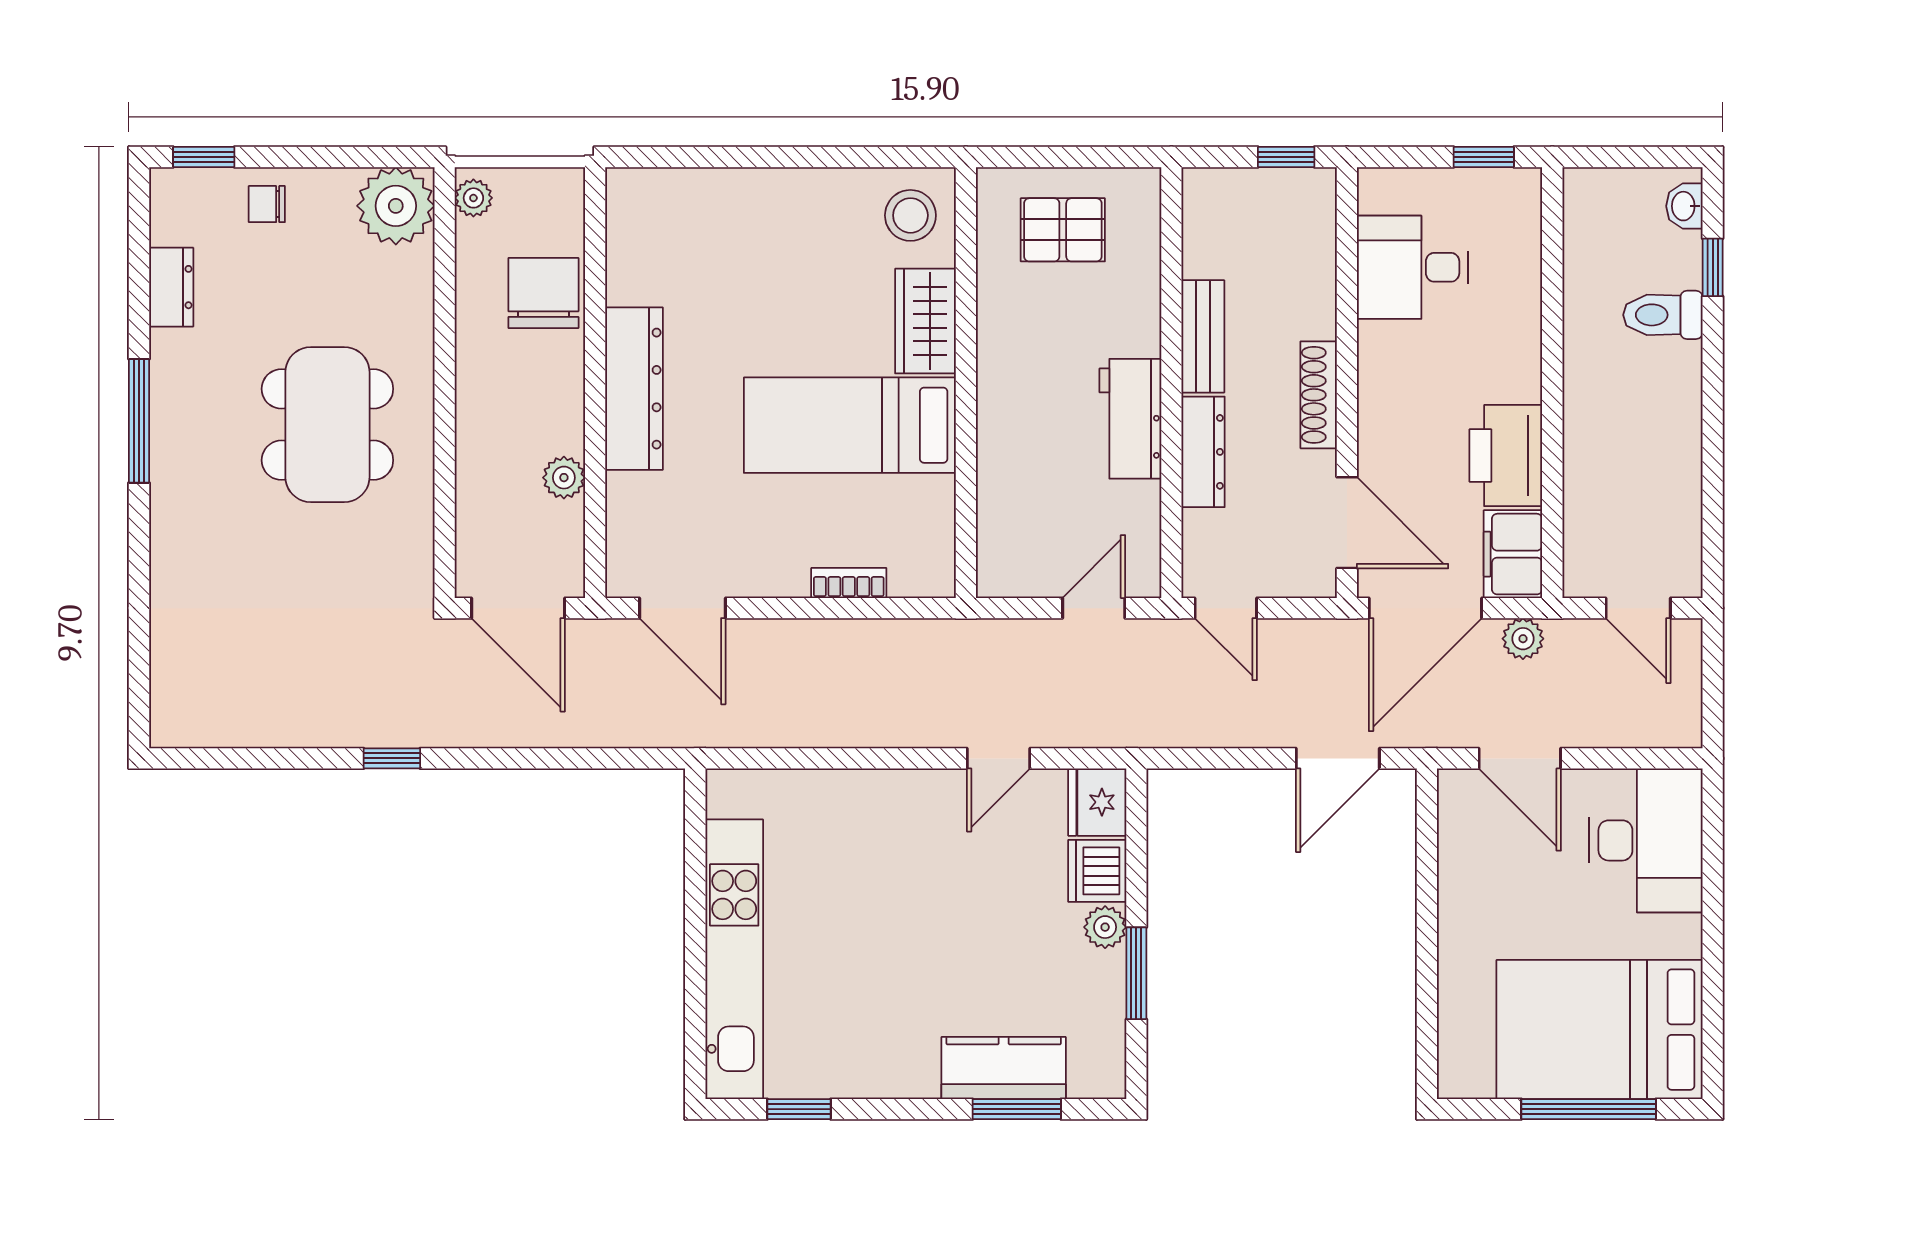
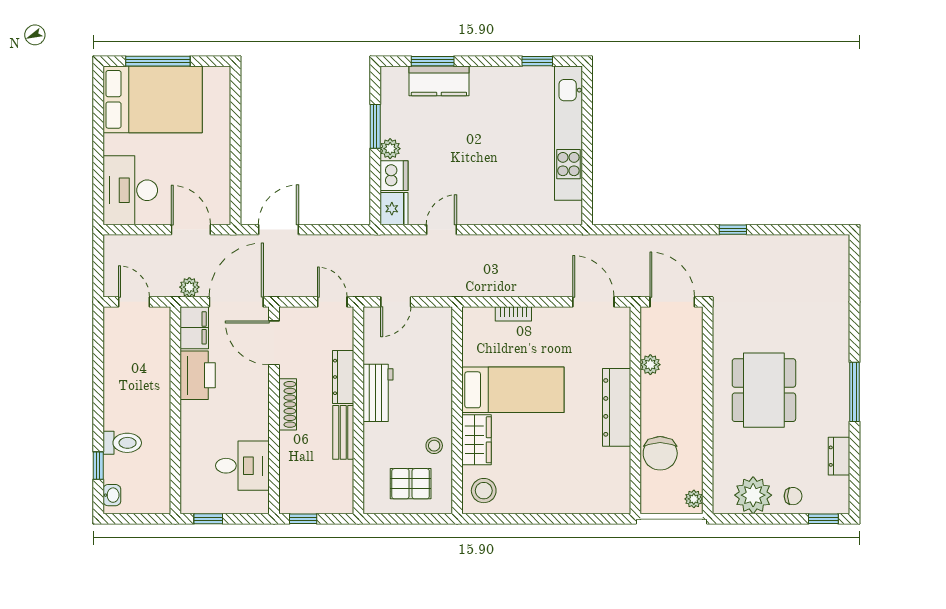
plant: (396, 206) -> (753, 495), moved
stool: (1014, 309) -> (434, 446), added

